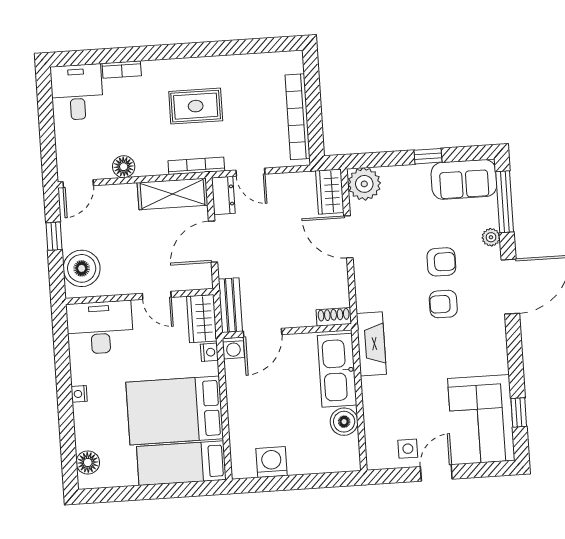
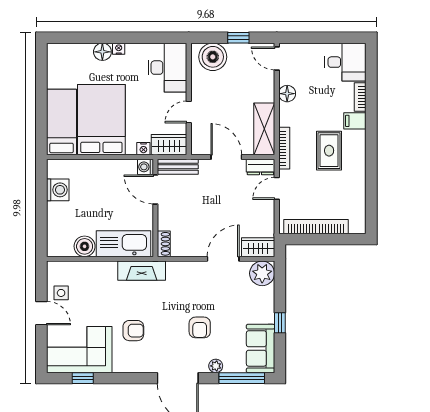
filing cabinet: (154, 74) -> (355, 121), added
armchair: (443, 304) -> (133, 331), moved, turned 90
floor lamp: (88, 462) -> (102, 52), moved

